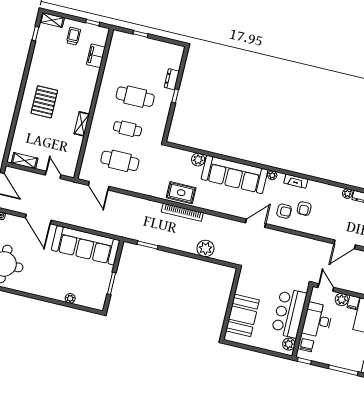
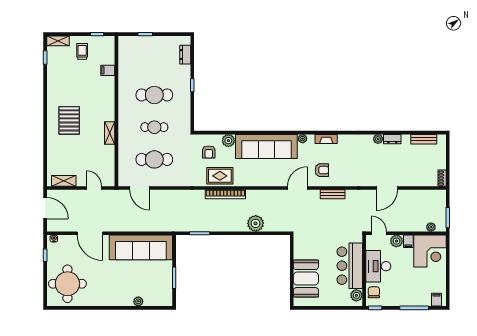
filing cabinet: (96, 56) -> (108, 70), width x0.50
dresser: (172, 79) -> (185, 55), moved
armchair: (304, 209) -> (209, 152), moved
bench: (289, 238) -> (333, 194), added

